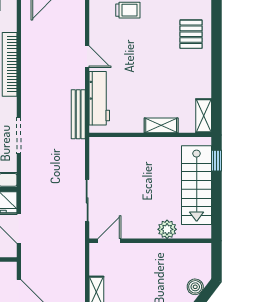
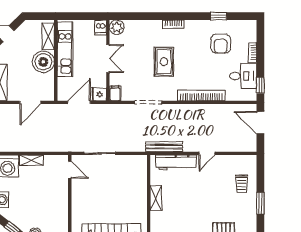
shelving: (161, 125) -> (156, 198), moved
plant: (167, 229) -> (78, 213), removed

